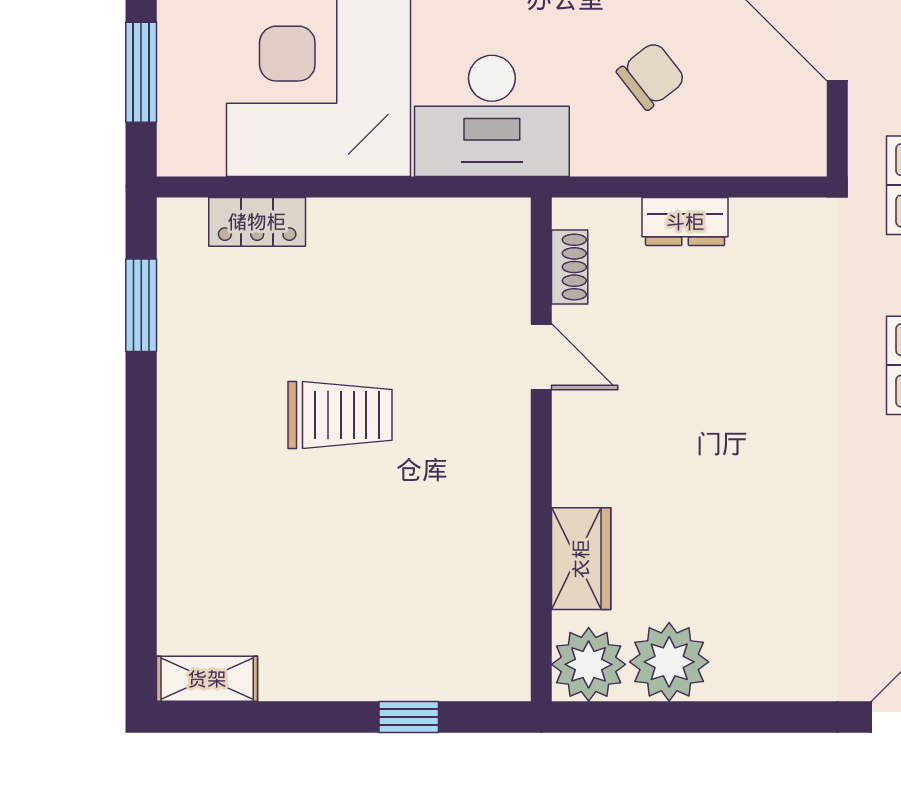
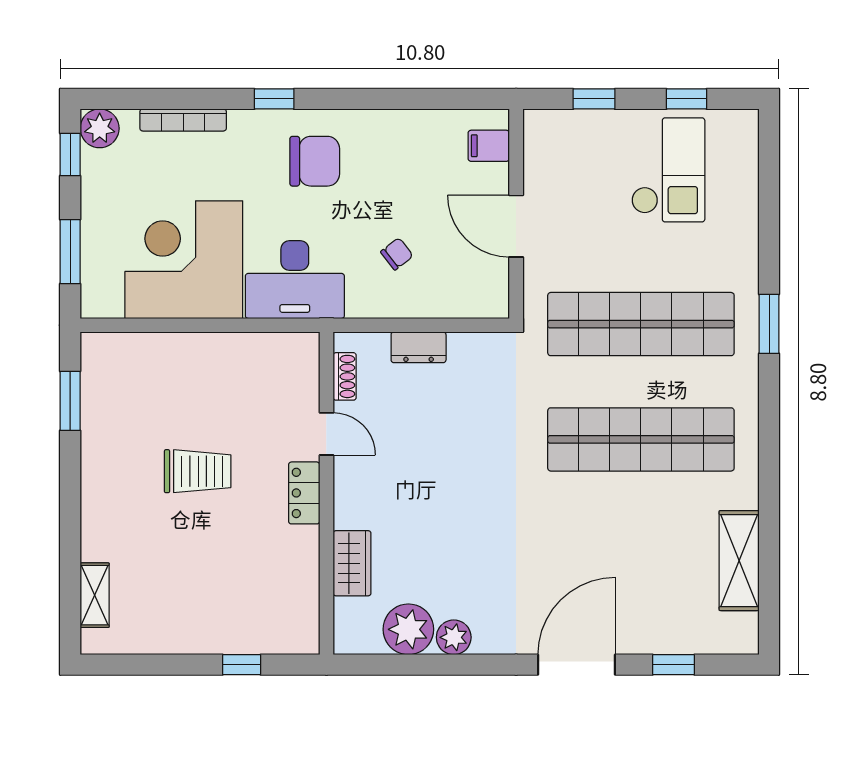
chair: (651, 76) -> (397, 254), width x0.73, depth x0.73
locker: (257, 222) -> (304, 493), moved, turned 90
plant: (589, 664) -> (454, 637), moved, width x0.73, depth x0.73
shelving: (207, 679) -> (95, 595), moved, turned 90

